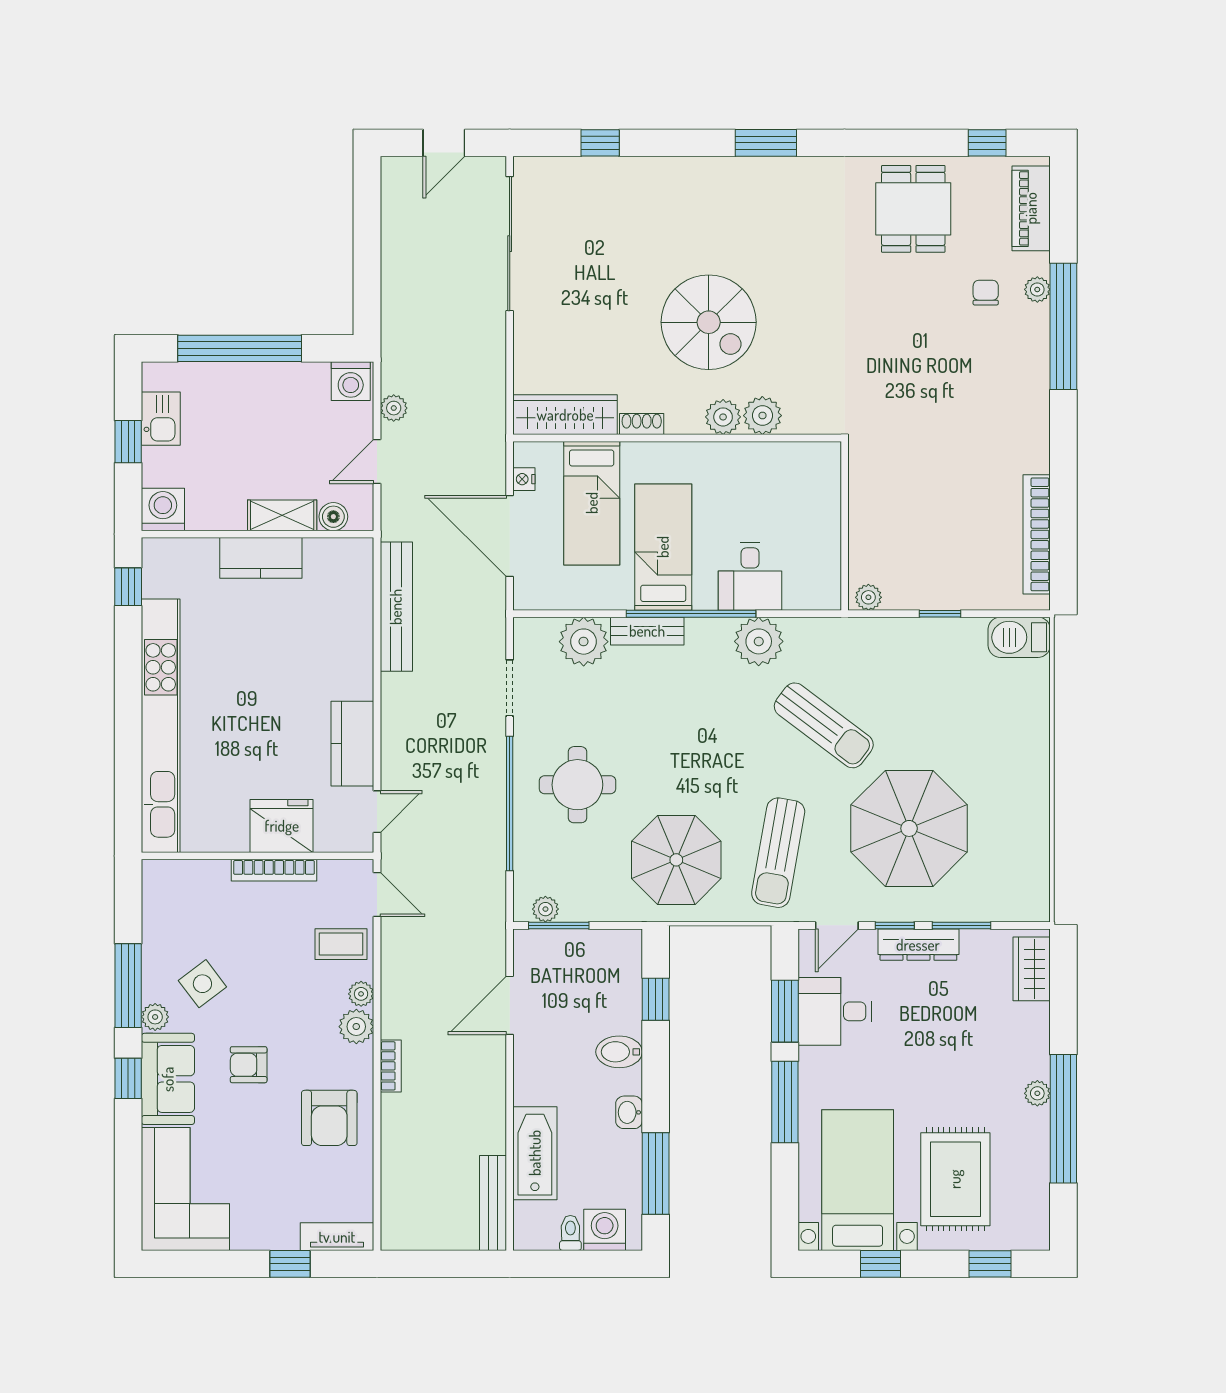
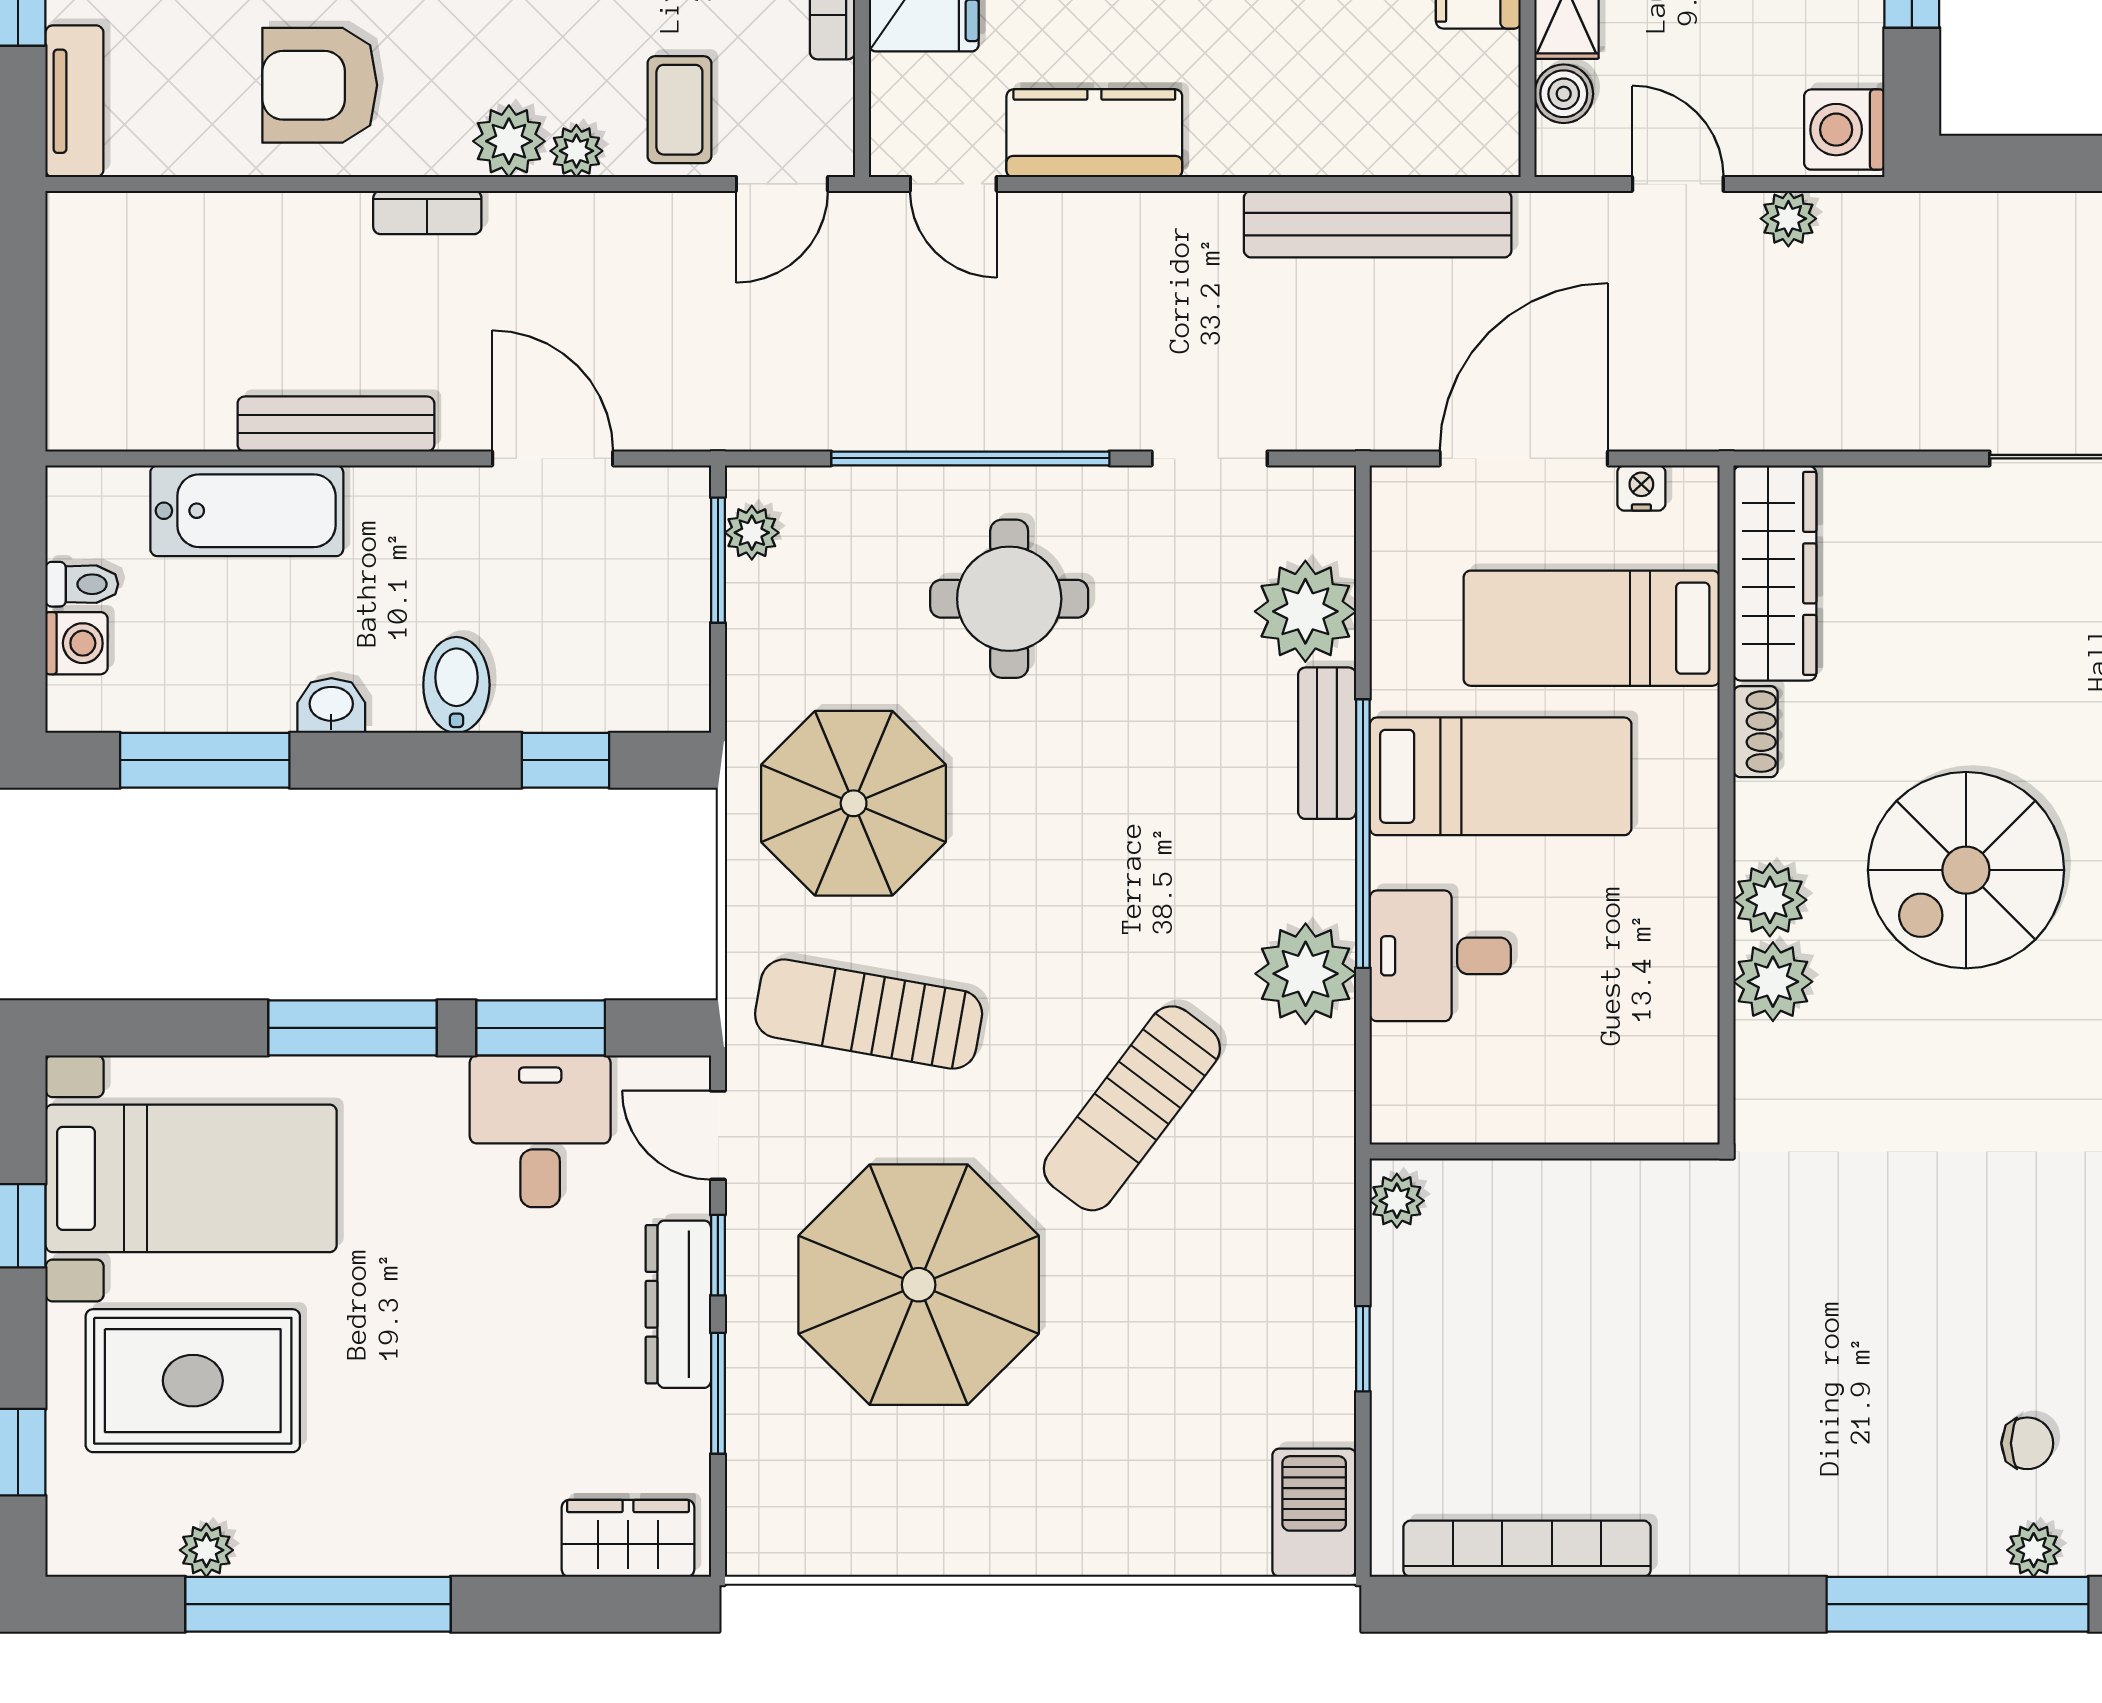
plant: (1037, 1093) -> (206, 1550), moved
bench: (493, 1203) -> (336, 424), moved
washing machine: (605, 1230) -> (77, 643), width x0.73, depth x0.73

